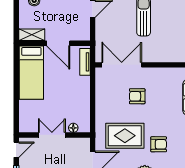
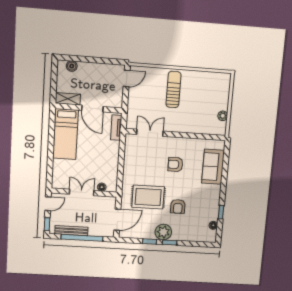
double door: (122, 65) -> (150, 133), width x0.73
armchair: (137, 96) -> (175, 164), moved
armchair: (159, 144) -> (178, 206), turned 90

